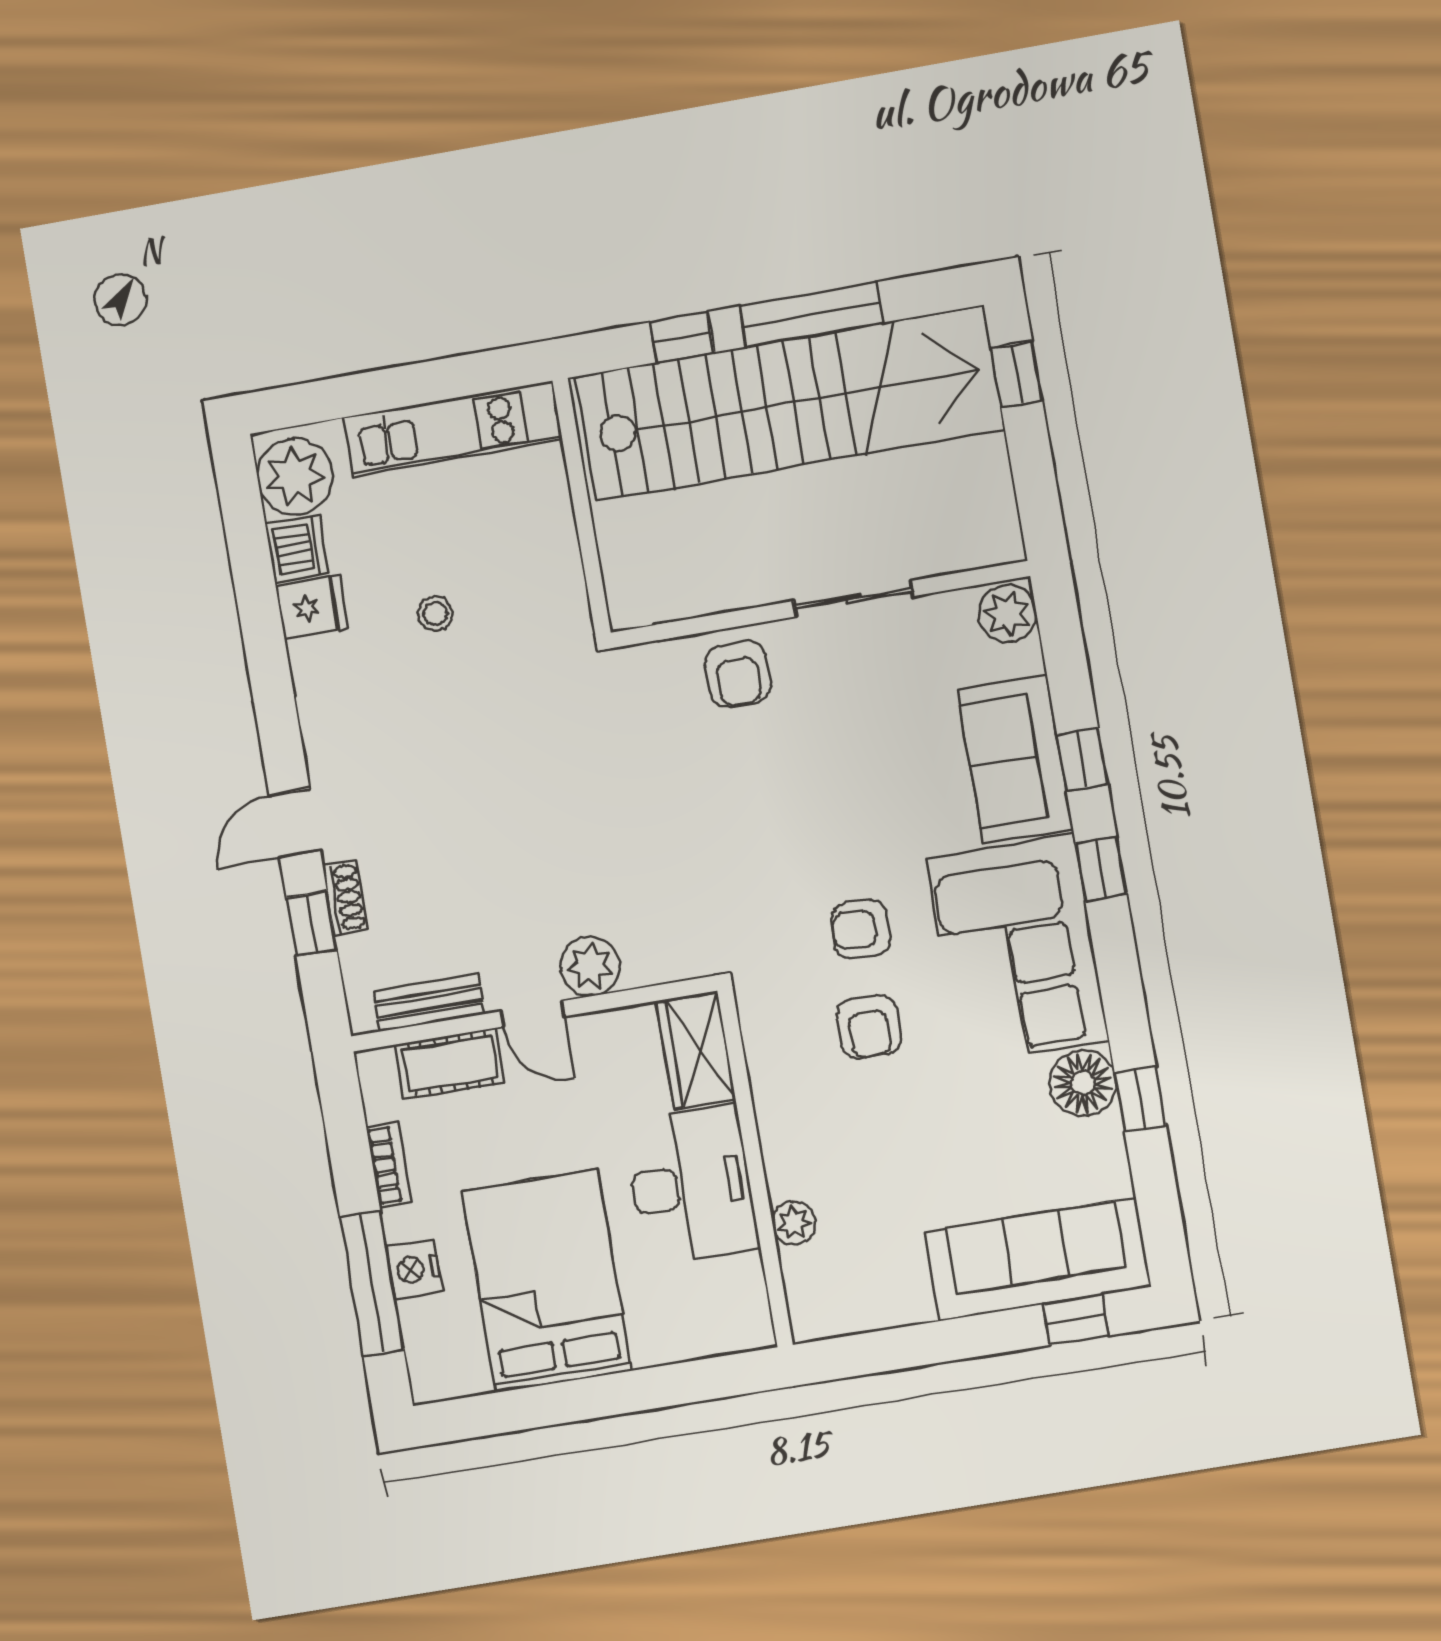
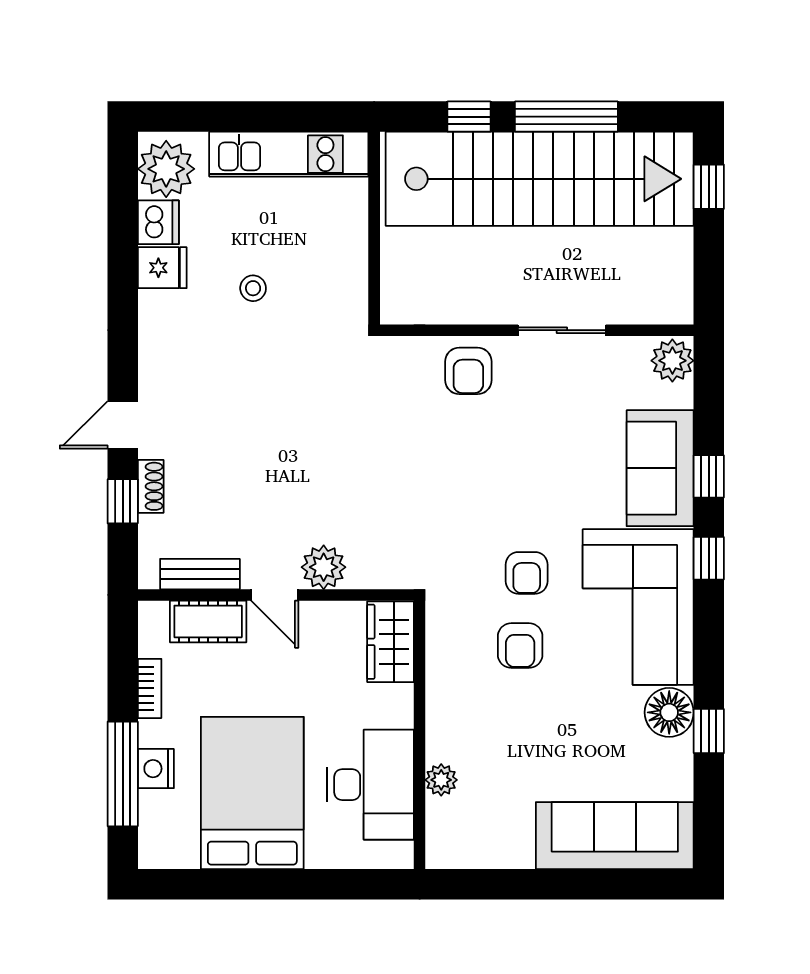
armchair: (861, 929) -> (527, 573), turned -93
desk: (691, 1185) -> (371, 785), moved
window: (1076, 1320) -> (635, 884), removed

